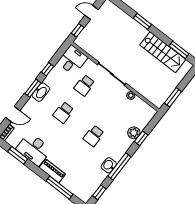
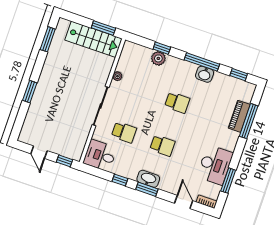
stairs: (163, 52) -> (93, 39), moved, turned 90
piano: (52, 171) -> (239, 116), moved

